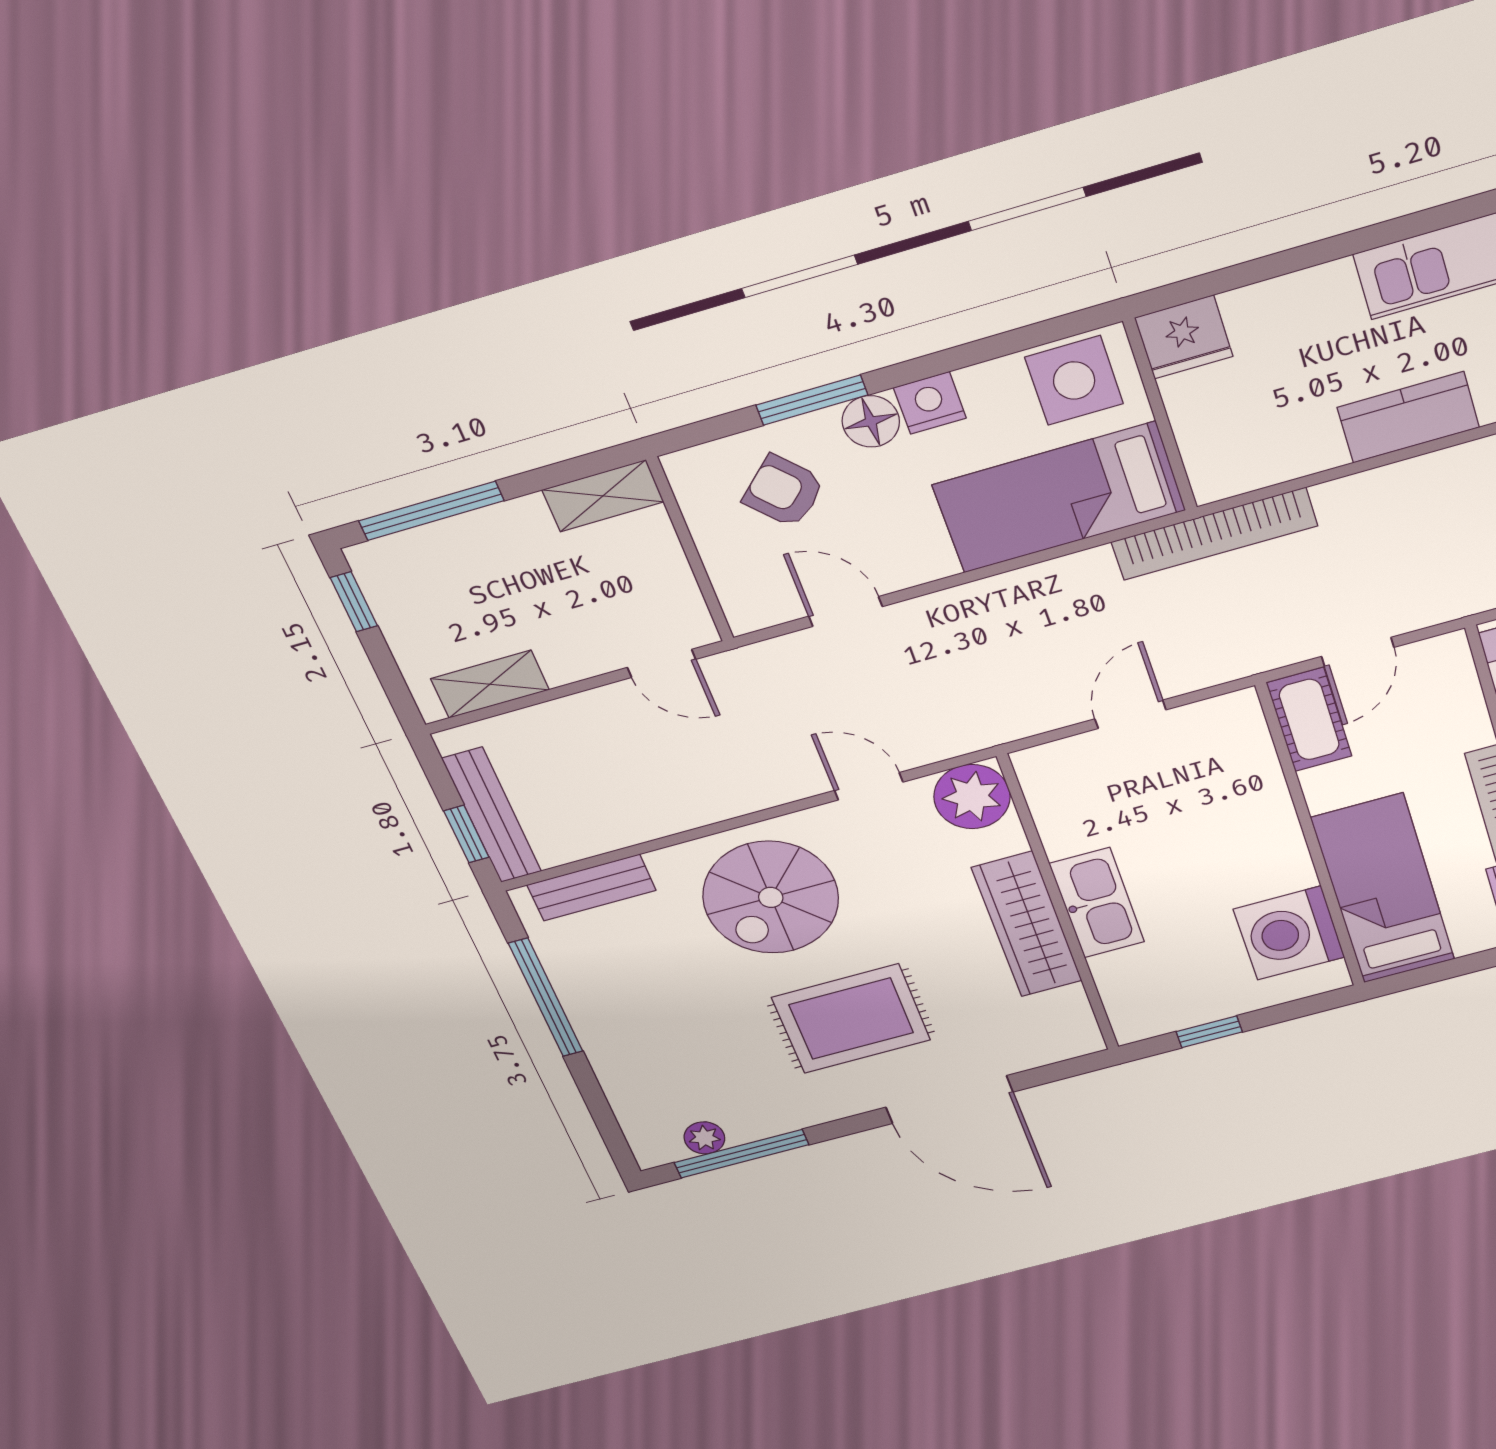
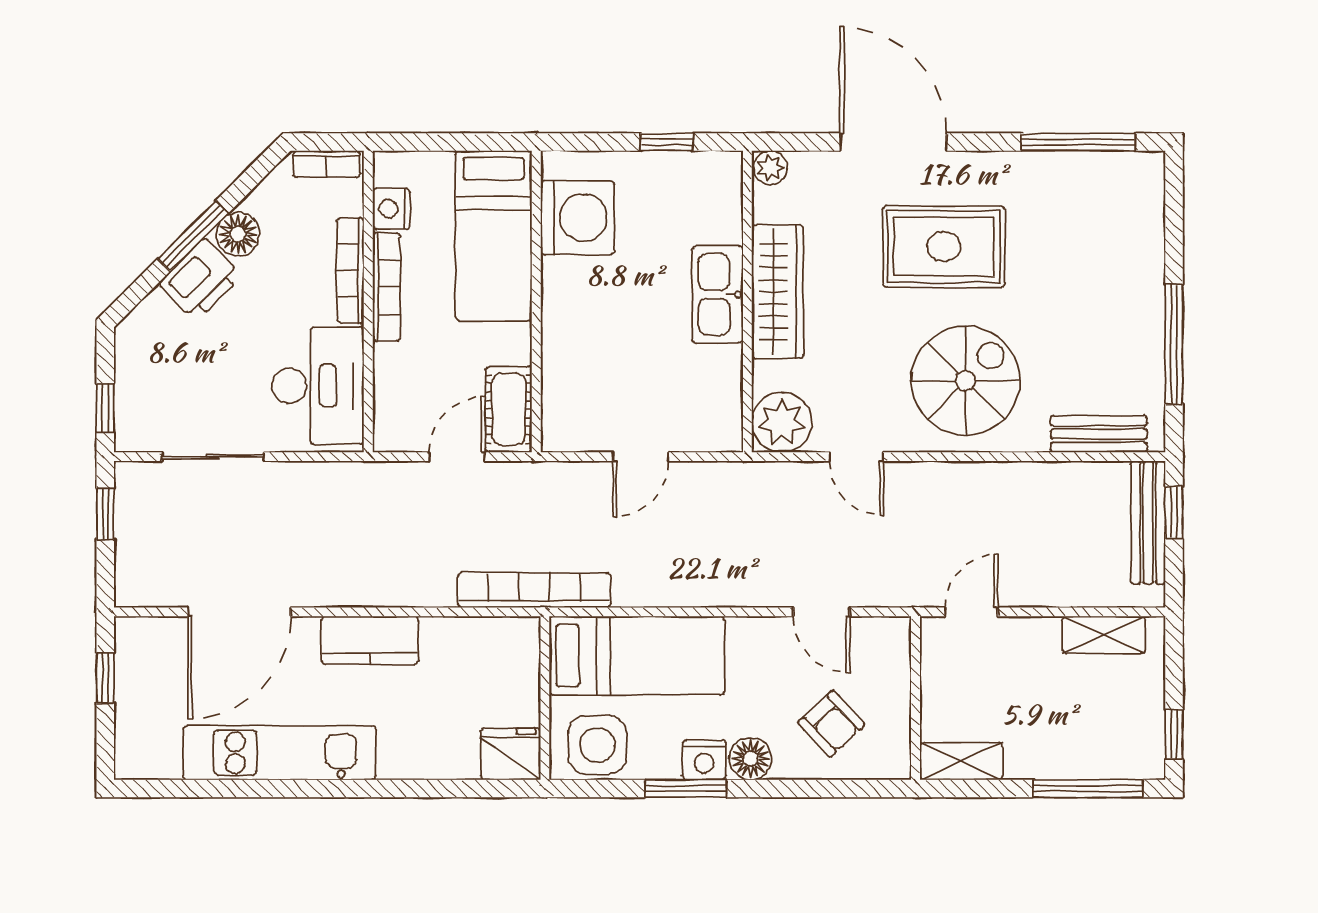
window: (812, 400) -> (686, 789), moved
door: (662, 663) -> (971, 612), hinge flipped
plant: (704, 1138) -> (770, 168), moved

